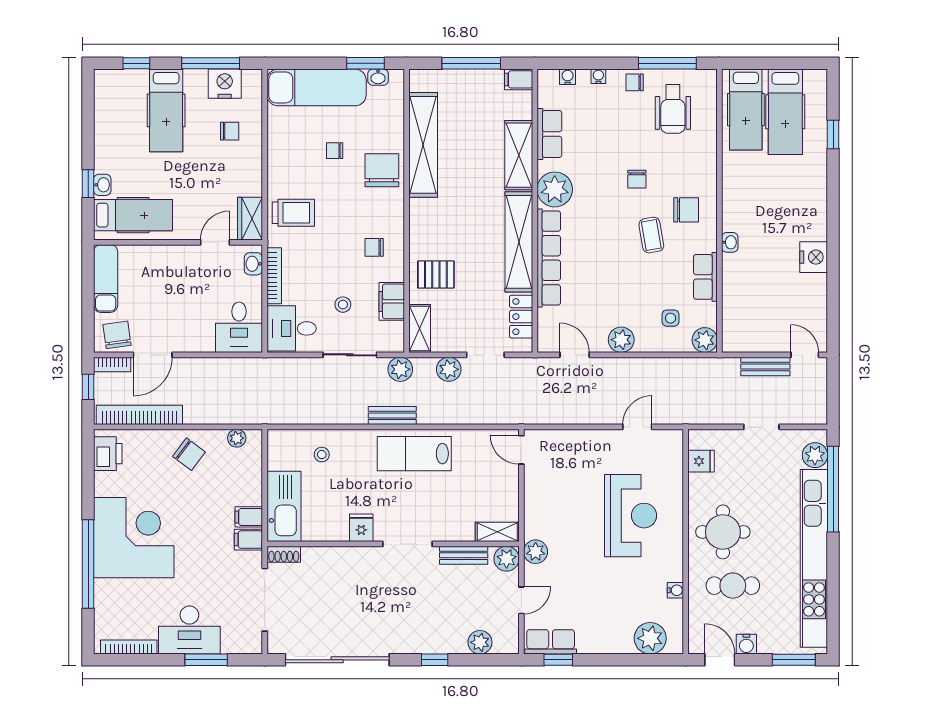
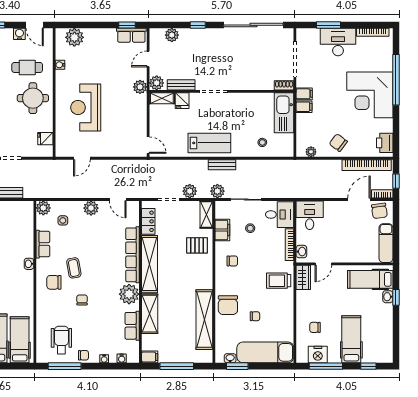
fridge: (361, 528) -> (182, 101), moved

